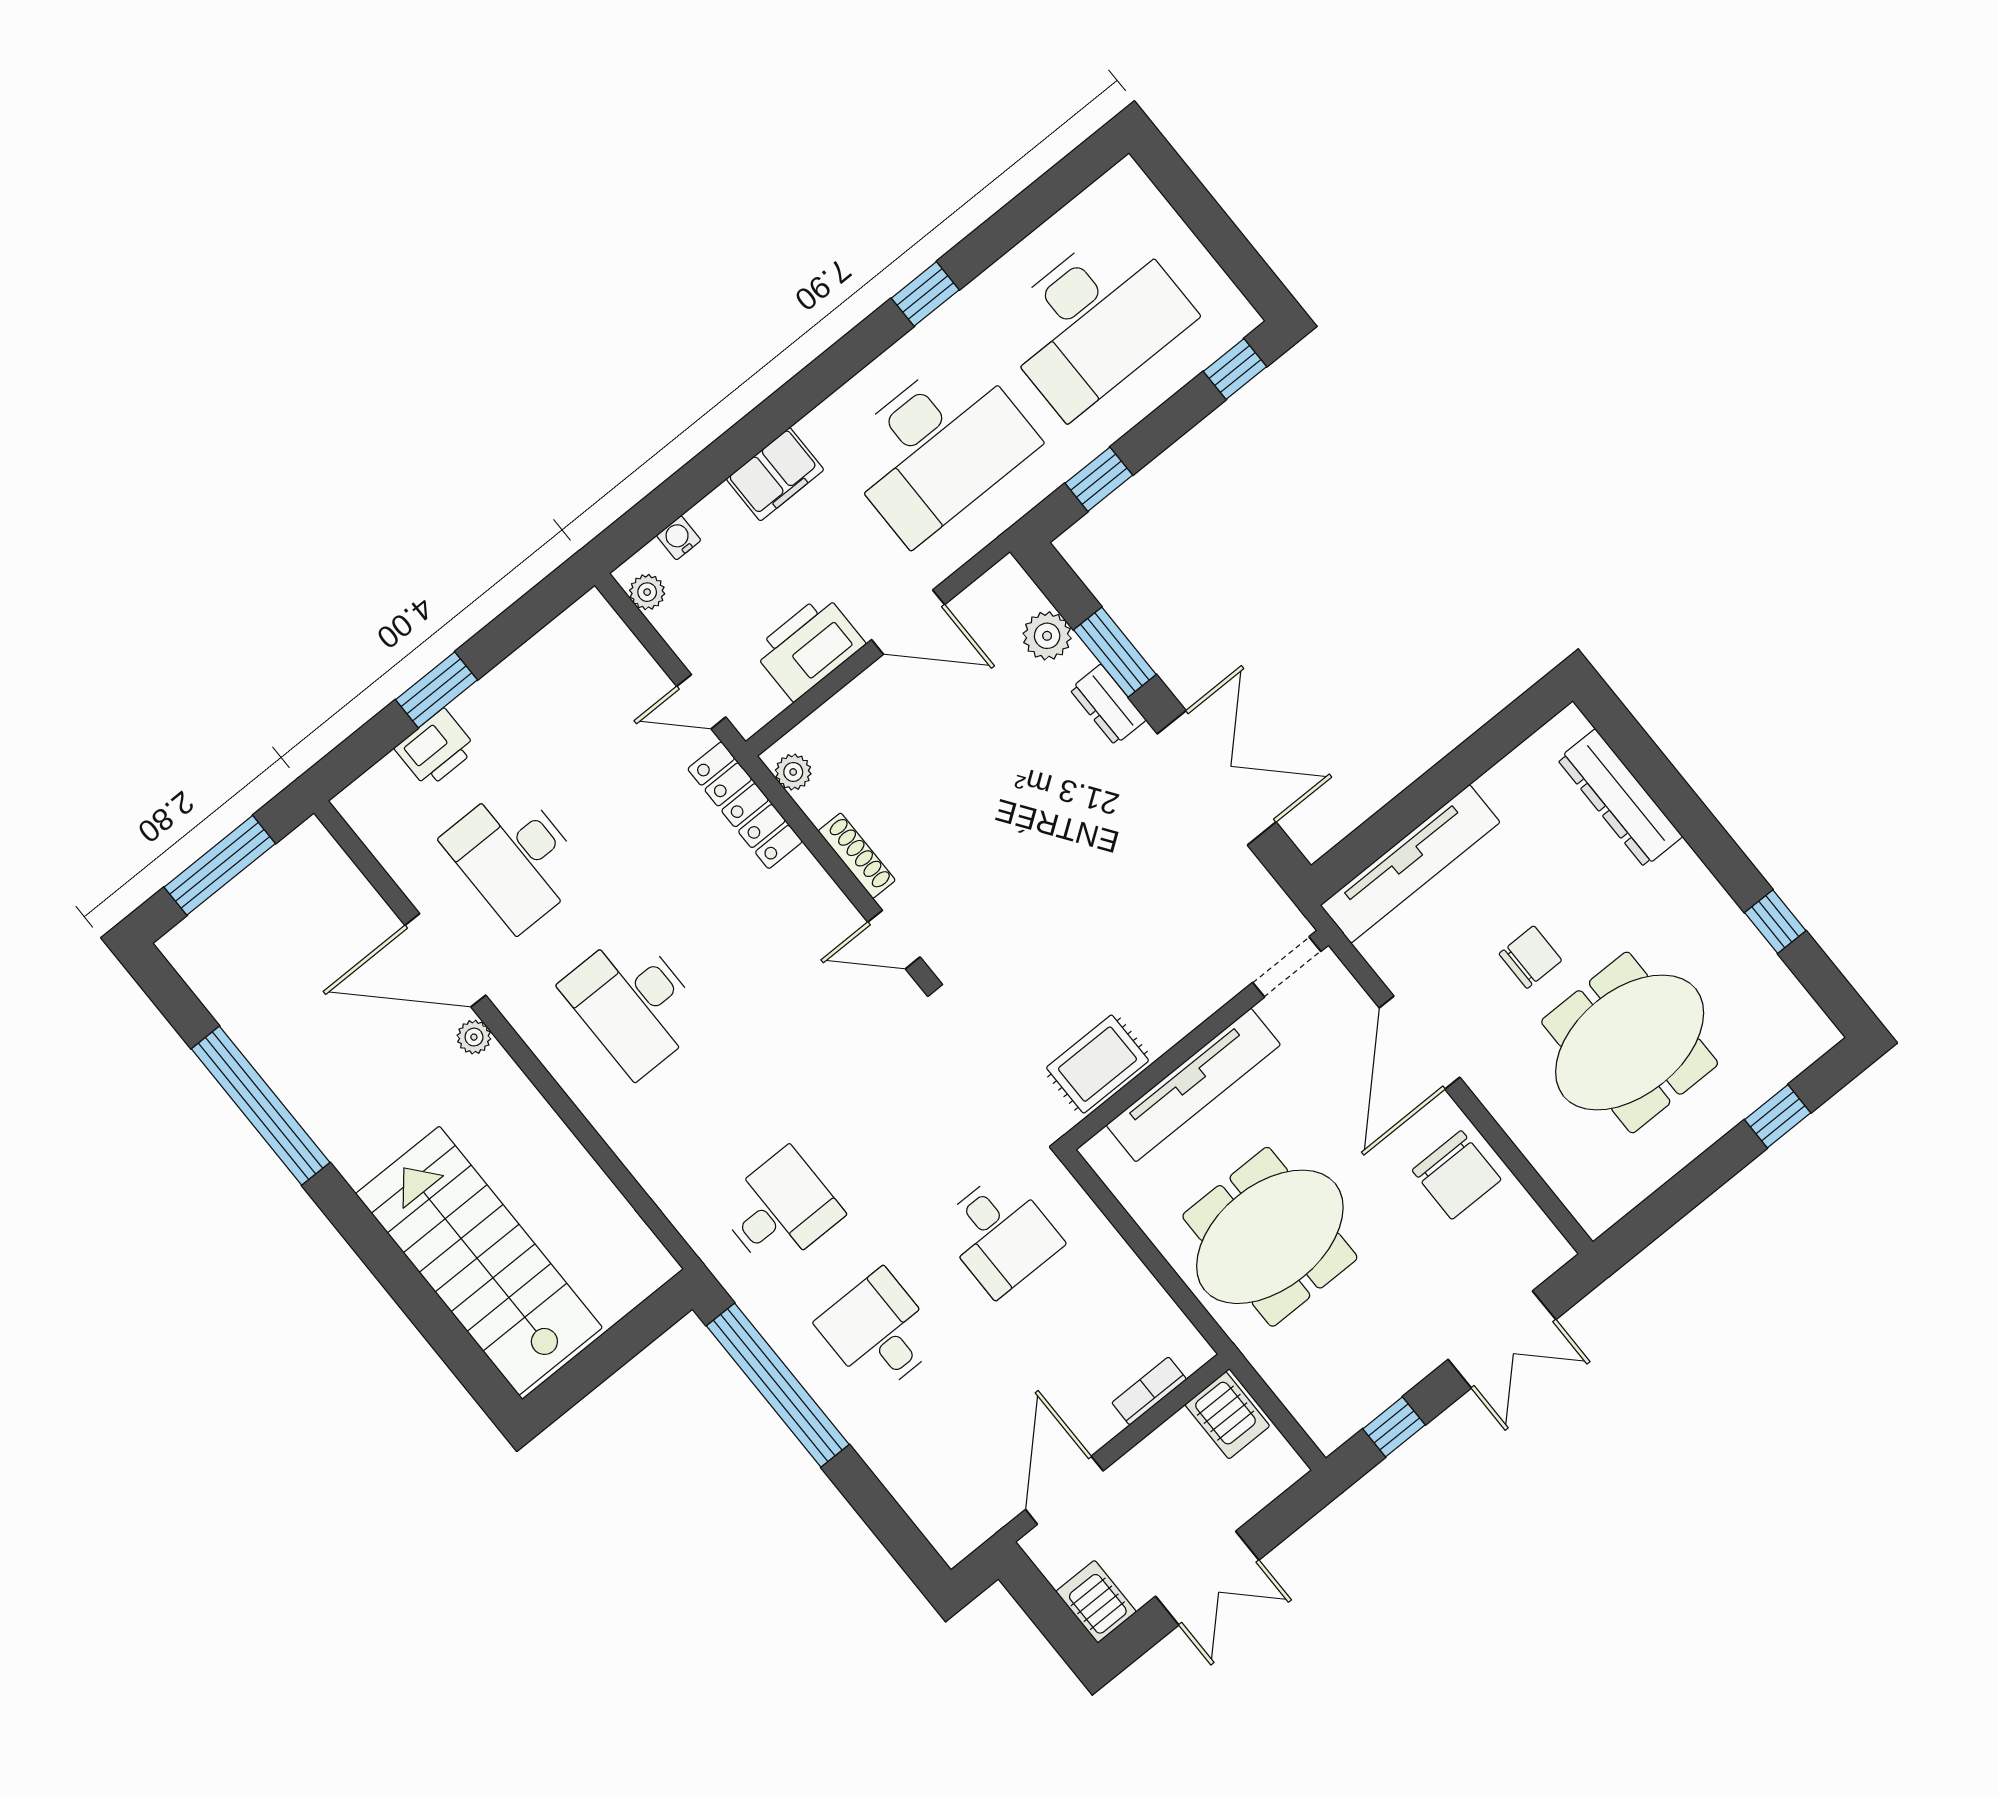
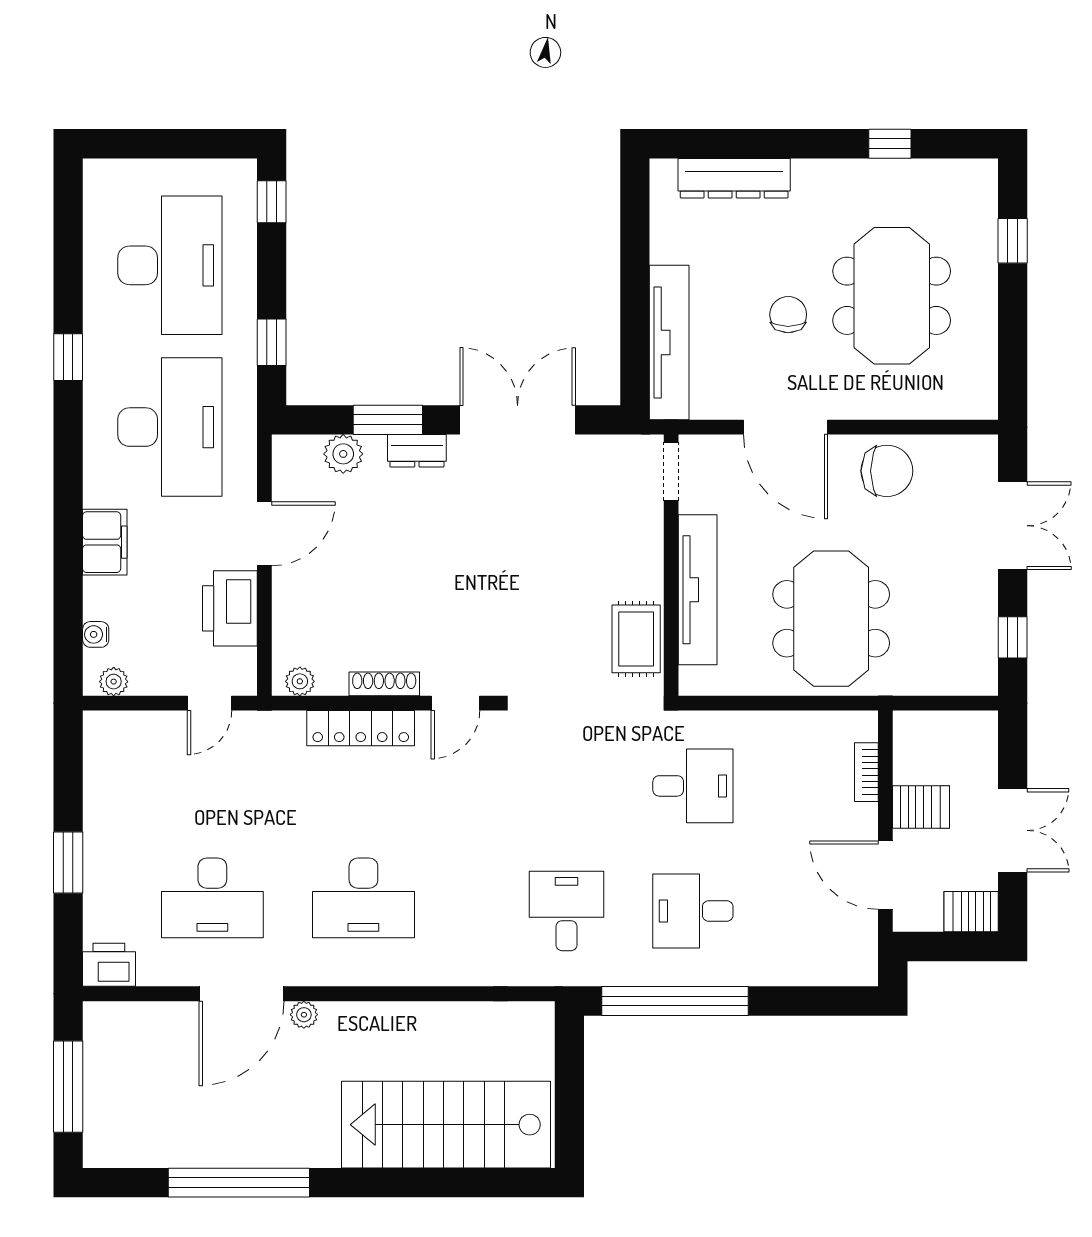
printer: (436, 749) -> (109, 965), moved, turned -90
locker: (745, 805) -> (361, 728), moved
server rack: (1227, 1415) -> (921, 807), moved

